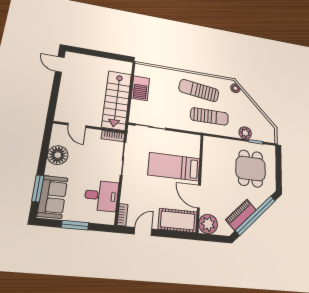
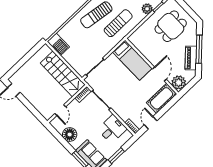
barbecue: (140, 88) -> (58, 44), moved
door: (77, 125) -> (60, 110), hinge flipped
bed: (174, 167) -> (132, 60), moved, turned -90
dining table: (251, 168) -> (171, 26), turned 90
door: (199, 197) -> (159, 74), swing flipped
window: (256, 215) -> (199, 49), width x0.68

